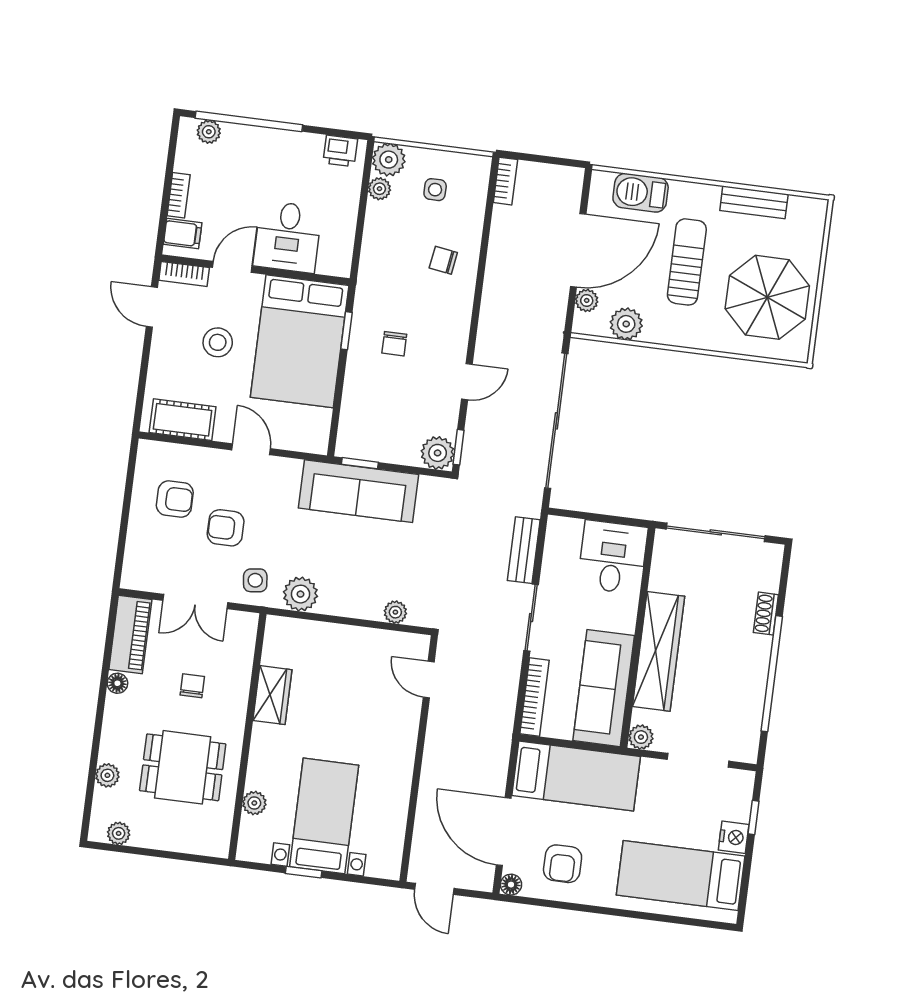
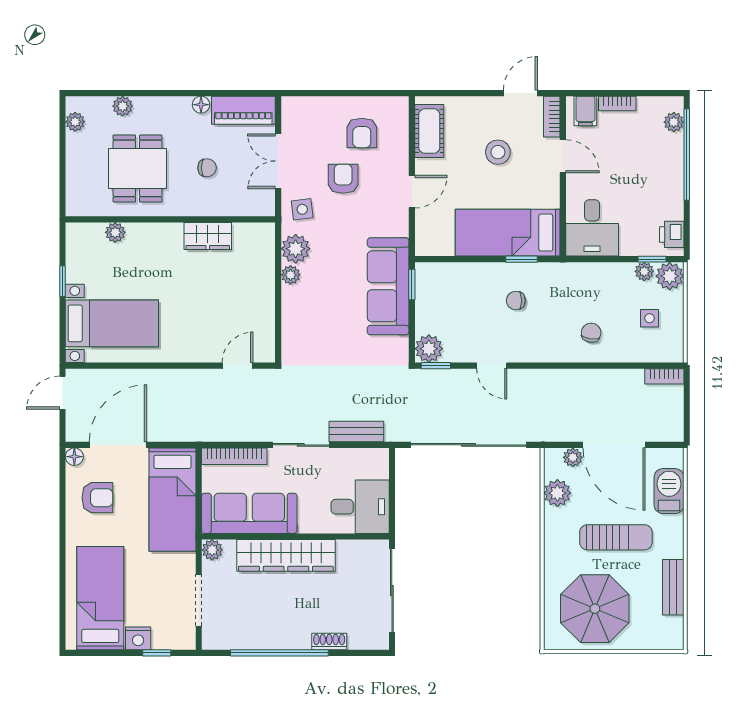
window: (366, 178) -> (652, 259), added
desk: (288, 237) -> (592, 228), moved, turned -90
bed: (300, 341) -> (508, 233), width x0.67
plant: (395, 612) -> (291, 275), moved
bed with nightstands: (324, 816) -> (112, 323), moved
armchair: (563, 864) -> (97, 498), turned 180

